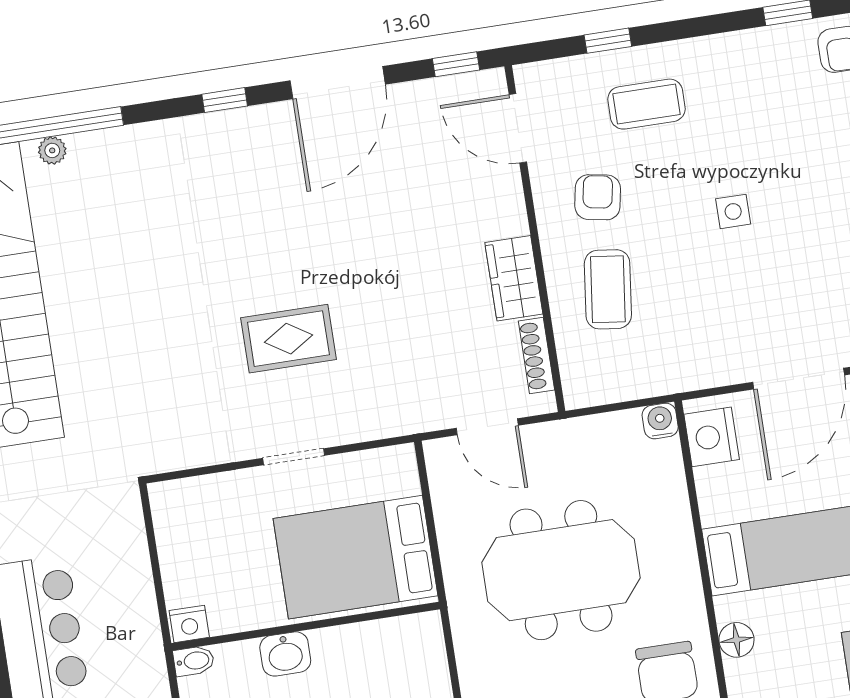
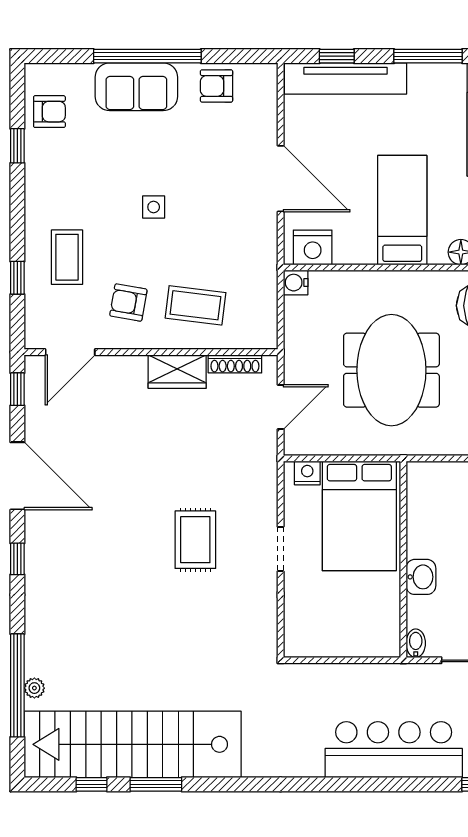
nightstand: (189, 624) -> (307, 473), moved, turned -90

